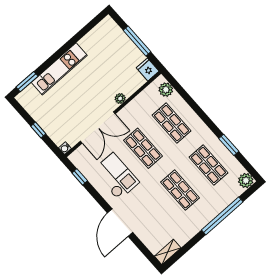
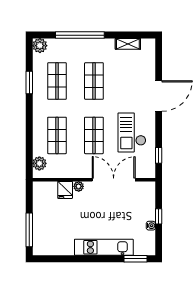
window: (137, 41) -> (29, 230), moved
fridge: (148, 69) -> (65, 190), moved
water cooler: (65, 148) -> (151, 226), moved
shelving: (168, 252) -> (128, 44), moved

